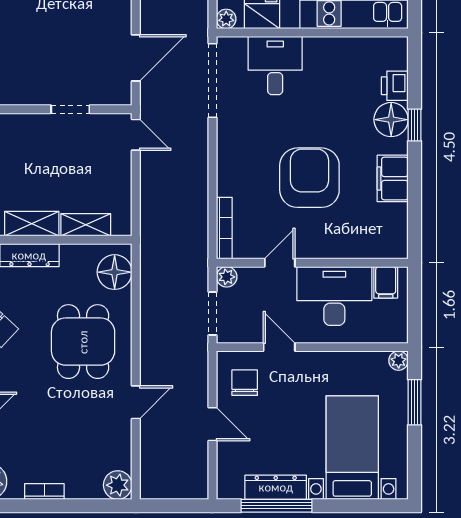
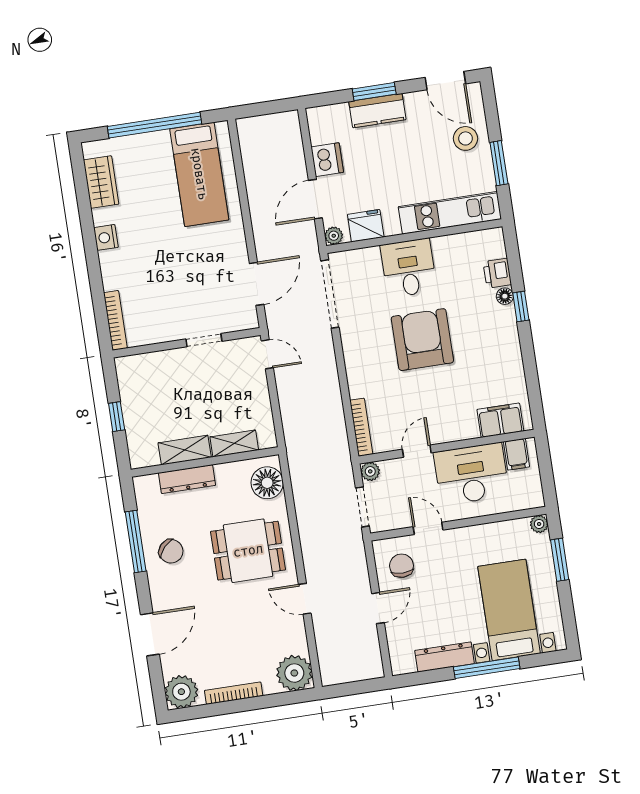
desk: (275, 66) -> (409, 268), moved
floor lamp: (391, 120) -> (505, 296), width x0.53, depth x0.53
armchair: (309, 178) -> (422, 340), moved
filing cabinet: (393, 178) -> (500, 420), moved, turned 90
dining table: (83, 342) -> (248, 551), turned 90
door: (136, 402) -> (305, 599), swing flipped
door: (213, 424) -> (378, 608), hinge flipped
plant: (118, 485) -> (294, 673), width x1.36, depth x1.36
bookcase: (44, 491) -> (234, 693), width x1.56
window: (277, 506) -> (487, 668), moved

